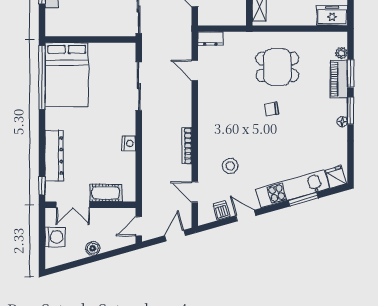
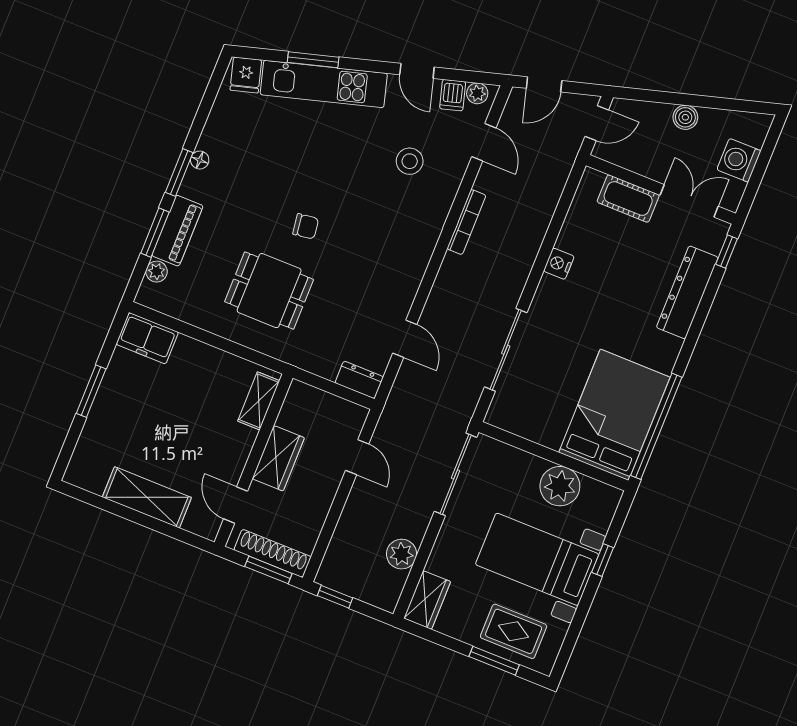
plant: (81, 25) -> (560, 486), added
plant: (209, 217) -> (477, 93), added

